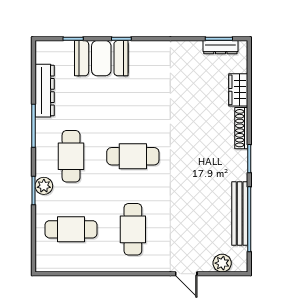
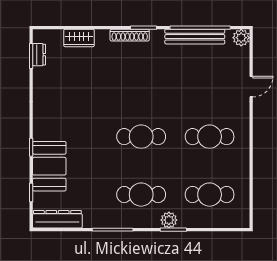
dresser: (220, 47) -> (39, 55), width x0.70
dresser: (45, 91) -> (57, 219), moved
shoe rack: (241, 128) -> (130, 35), moved
cafe table: (133, 156) -> (141, 137), turned 90
cafe table: (71, 229) -> (210, 195), turned 90
plant: (222, 263) -> (241, 38), moved

